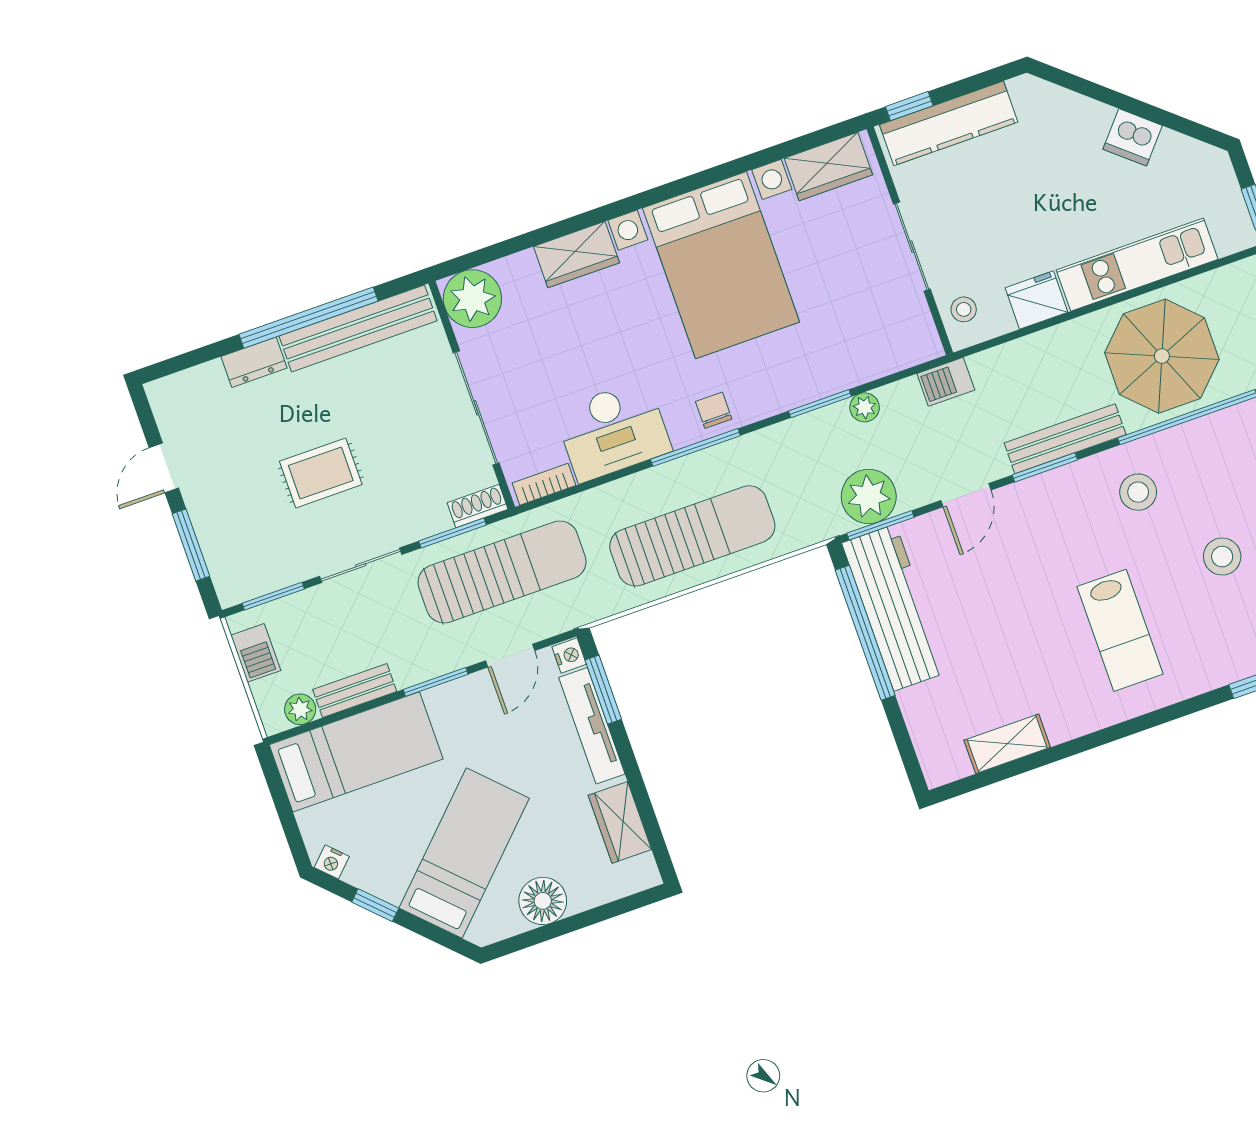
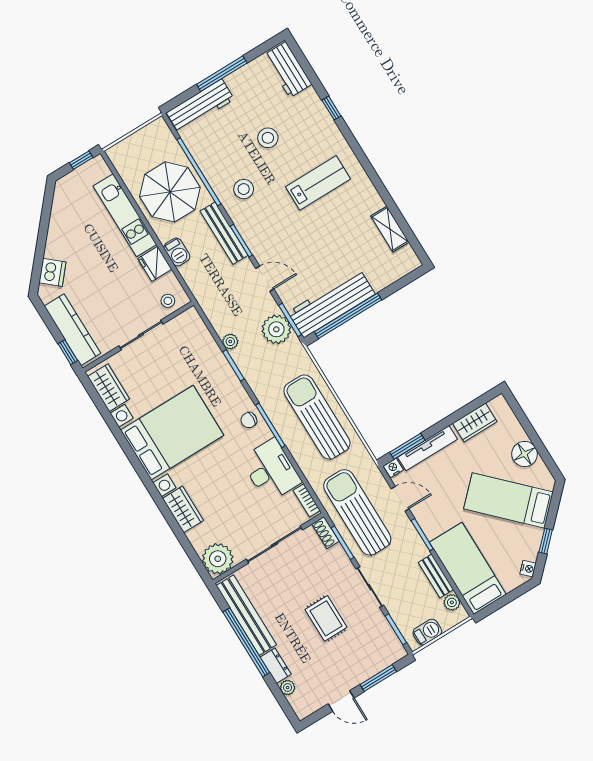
dishwasher: (1133, 137) -> (52, 272), moved
plant: (209, 375) -> (288, 688), added
barbecue: (946, 382) -> (177, 252), moved

